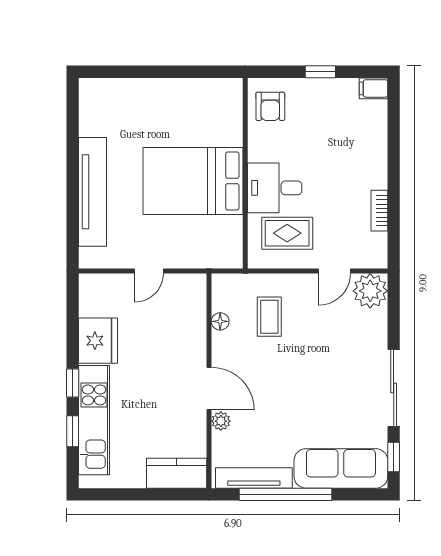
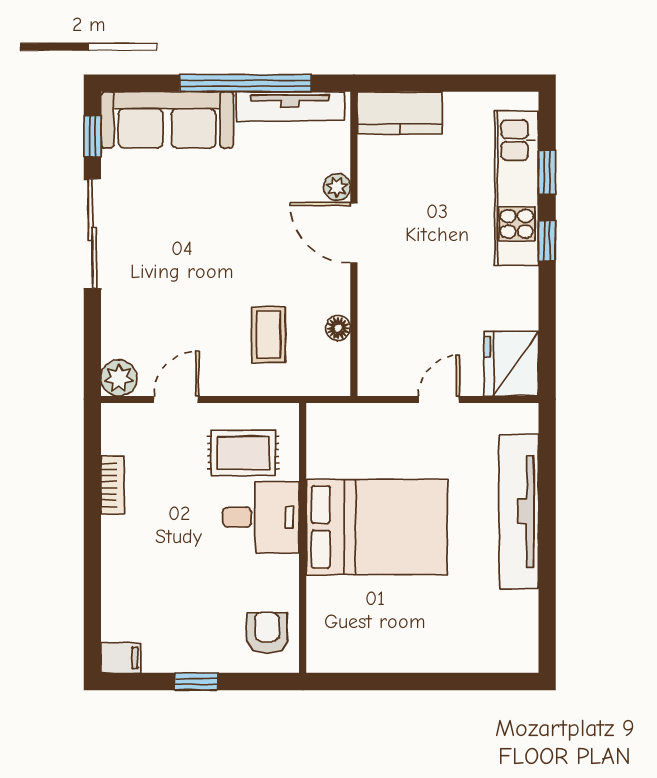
plant: (370, 291) -> (119, 378), width x0.73, depth x0.73
fridge: (98, 341) -> (511, 364), moved

